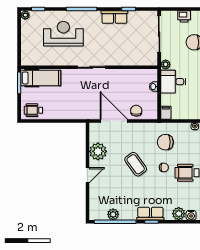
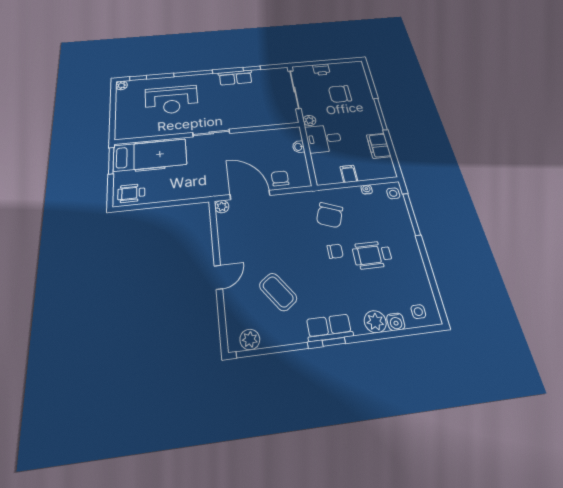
reception desk: (63, 34) -> (171, 100), turned 180
hospital bed: (41, 78) -> (150, 155), width x1.37, depth x1.29
filing cabinet: (166, 113) -> (349, 174), moved
chair: (165, 142) -> (330, 215), turned -69
plant: (98, 151) -> (222, 207), moved, width x0.53, depth x0.53
coffee table: (136, 164) -> (278, 292), moved
plant: (113, 214) -> (250, 339), moved

